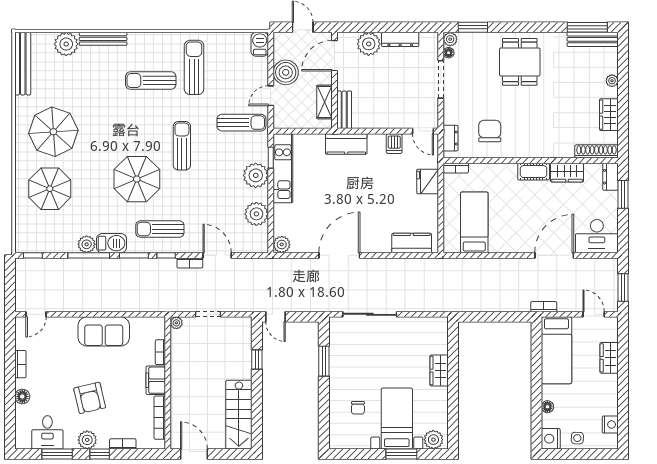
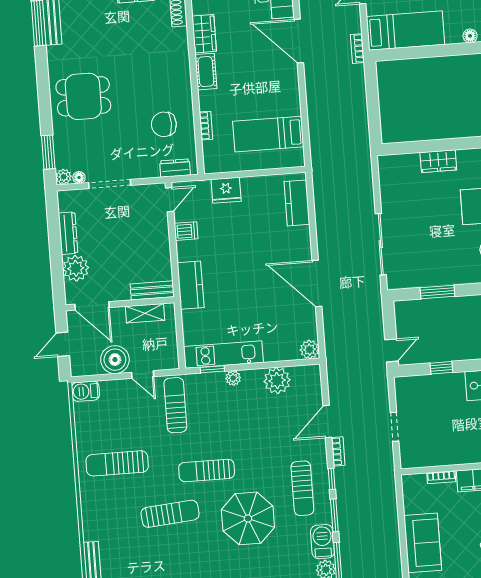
sun lounger: (151, 80) -> (170, 514), moved, turned -95
bookcase: (456, 168) -> (206, 126), moved
plant: (256, 175) -> (233, 378), width x0.53, depth x0.53
plant: (176, 323) -> (407, 462), removed

